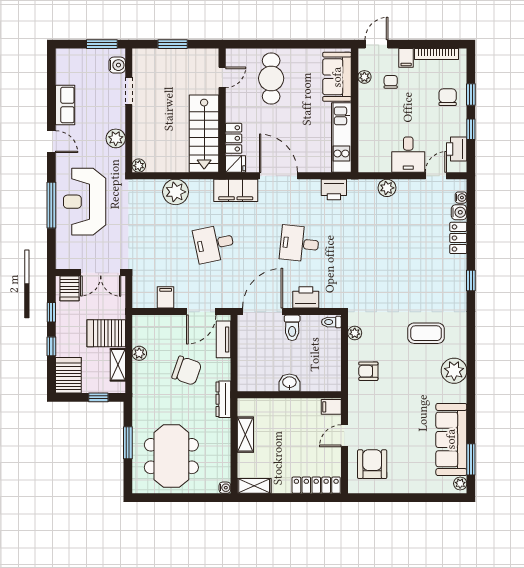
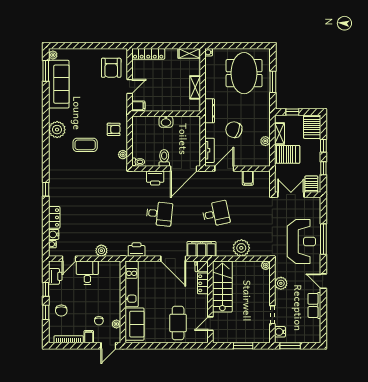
coffee table: (426, 333) -> (85, 145), moved

